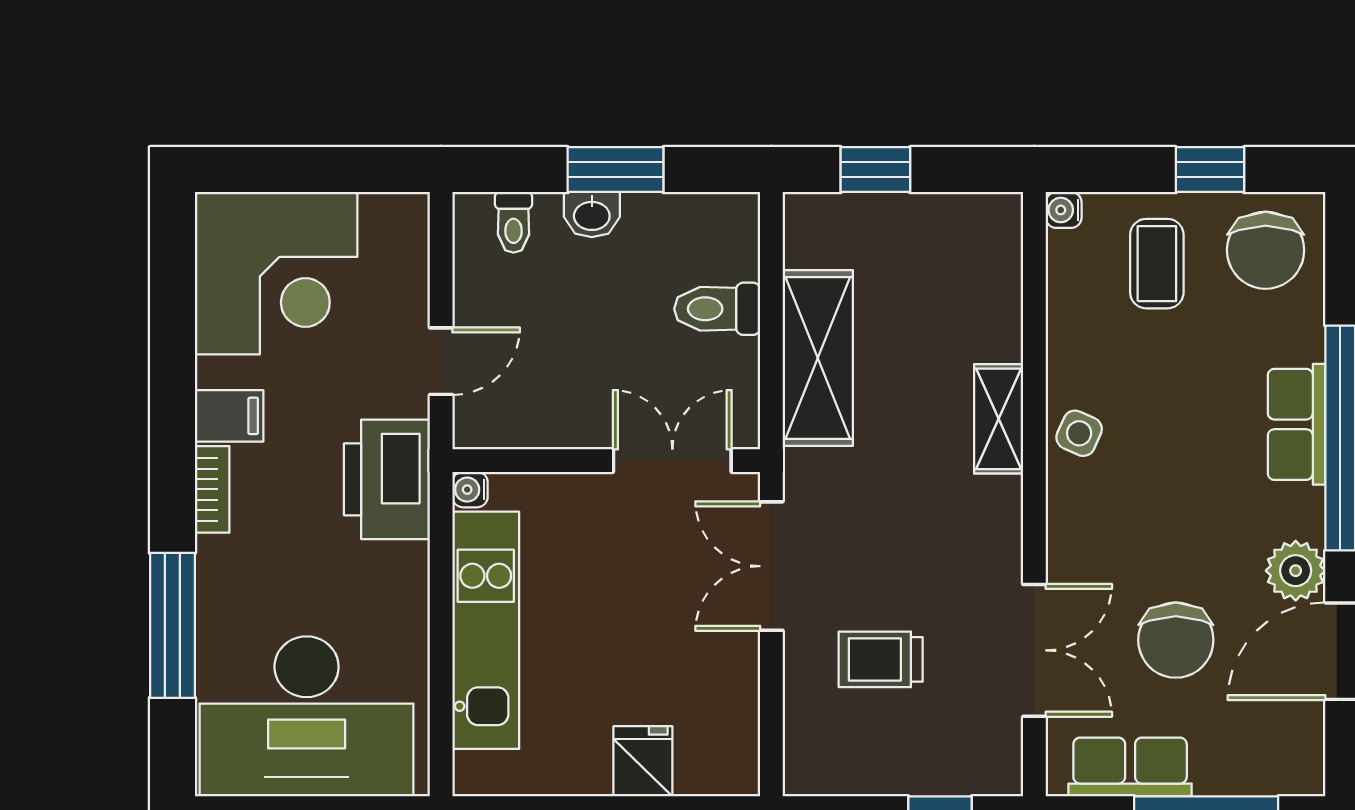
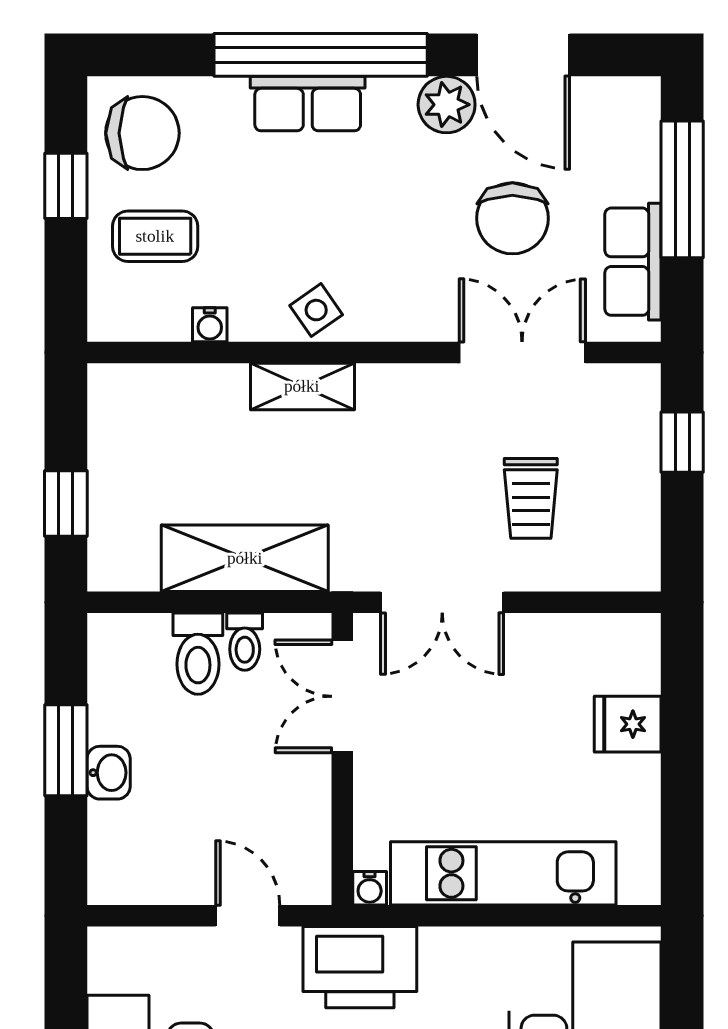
water cooler: (1064, 210) -> (210, 325), moved
toilet: (514, 222) -> (245, 642), moved, turned 90
side table: (1079, 433) -> (316, 310), turned 31
chair: (1176, 640) -> (512, 218), turned 90

